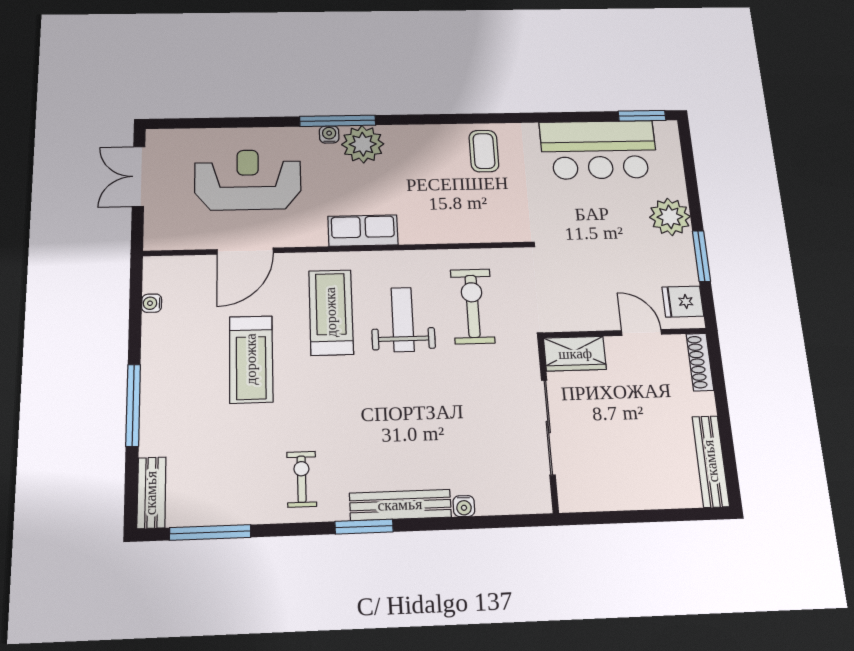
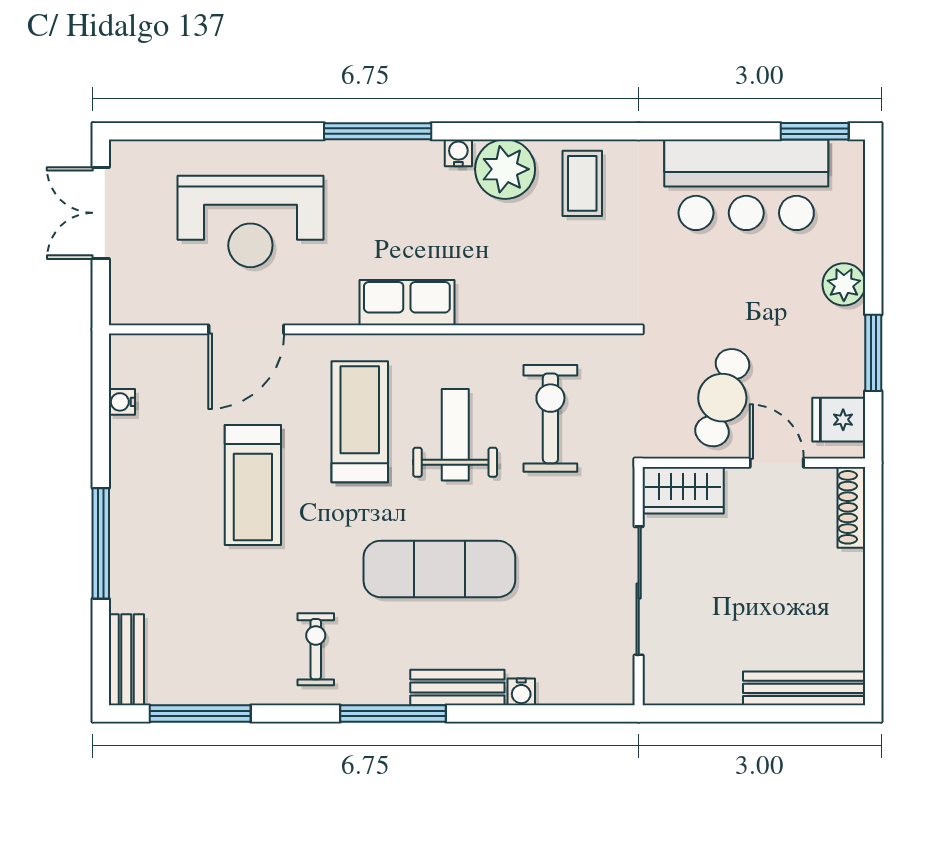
water cooler: (329, 134) -> (458, 153), moved
plant: (363, 144) -> (505, 169), moved
reception desk: (248, 180) -> (250, 221), turned 180
plant: (670, 217) -> (844, 284), width x0.73, depth x0.73
cafe table: (597, 289) -> (722, 398), added
exercise mat: (395, 416) -> (439, 569), added
bench: (711, 461) -> (804, 688), moved, turned 90
bench: (400, 505) -> (457, 687), width x0.73
window: (364, 527) -> (393, 714), width x1.44

